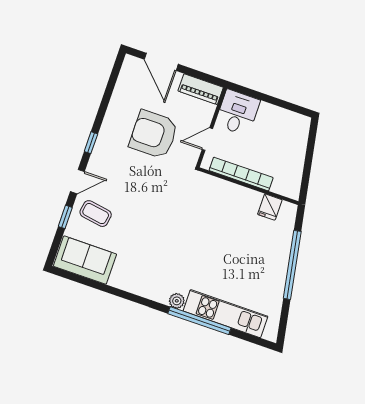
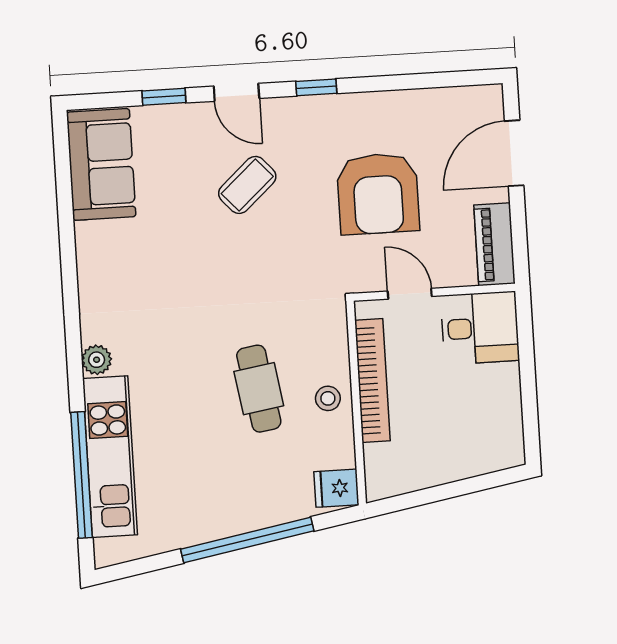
armchair: (154, 134) -> (378, 194), turned 180
stool: (241, 199) -> (328, 398), added
fridge: (270, 207) -> (336, 488), moved
coffee table: (96, 214) -> (247, 185), moved, turned 39
cafe table: (223, 230) -> (259, 389), added
window: (199, 321) -> (82, 475), moved

